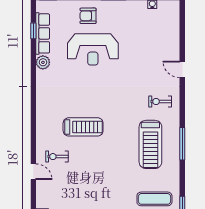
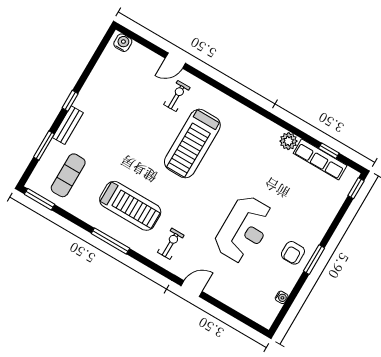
armchair: (88, 16) -> (293, 253), moved, turned 180
reception desk: (93, 49) -> (244, 229), moved, turned 180
treadmill: (83, 127) -> (192, 144), width x1.37, depth x1.37
treadmill: (150, 144) -> (130, 206), turned 180

